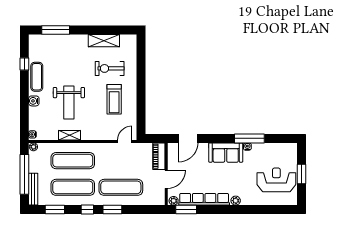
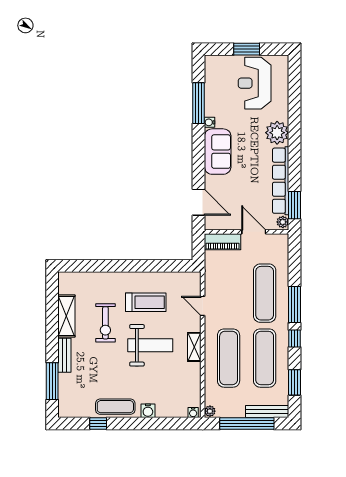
bench: (75, 39) -> (64, 355), added
exercise bike: (110, 68) -> (105, 323), moved
weight bench: (69, 103) -> (150, 345), moved
shelving: (70, 135) -> (194, 347), moved
window: (249, 138) -> (199, 103), moved
door: (125, 141) -> (203, 306), moved
plant: (236, 201) -> (277, 133), width x1.87, depth x1.87
window: (112, 210) -> (295, 305), width x1.44

